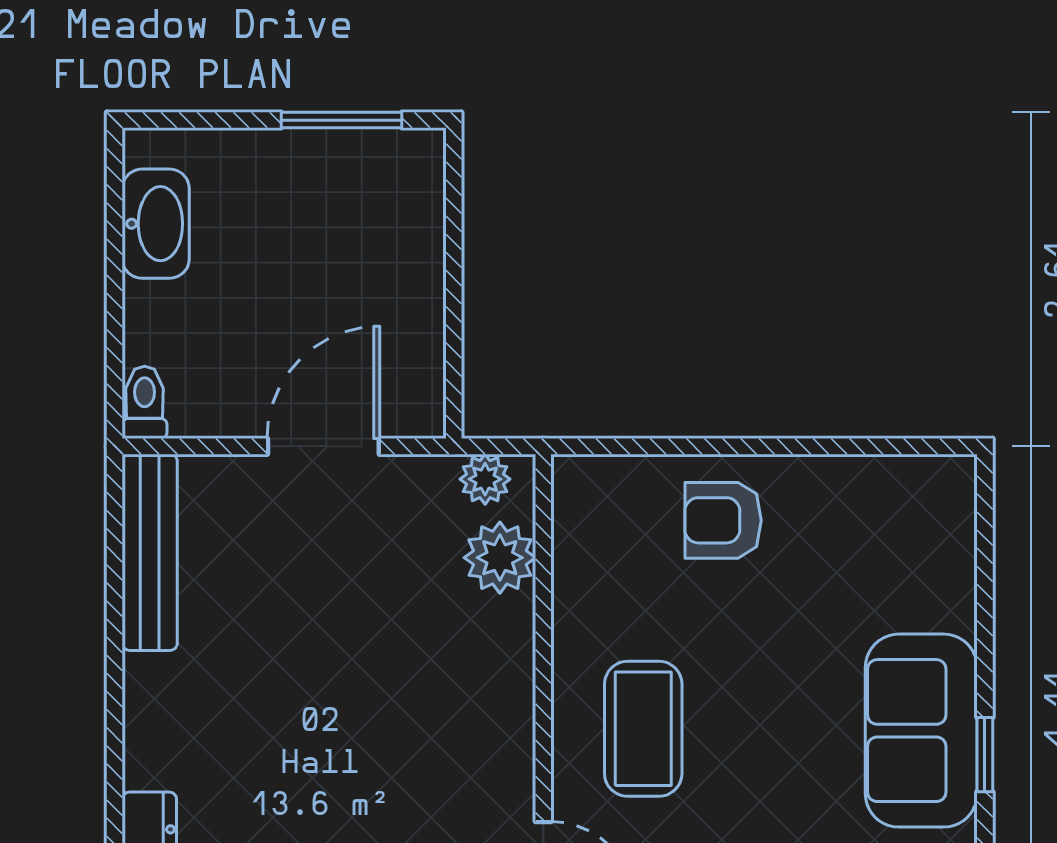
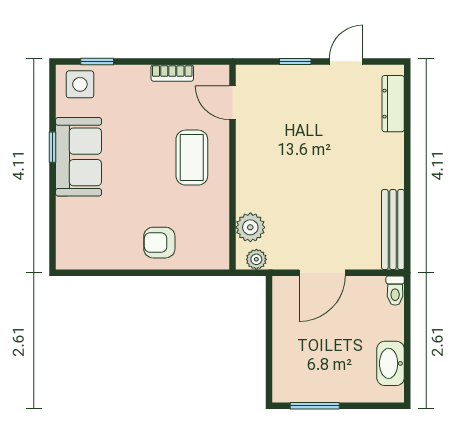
armchair: (723, 520) -> (159, 243), turned 180

